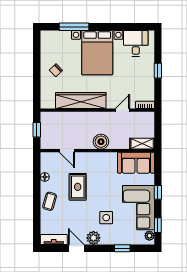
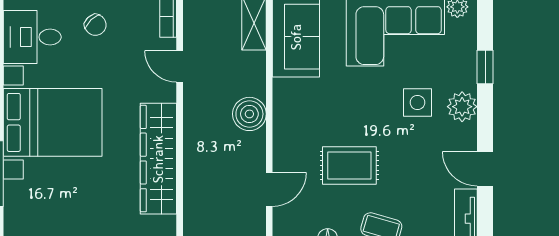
chair: (56, 70) -> (95, 25), moved
plant: (93, 238) -> (462, 107), moved
door: (76, 248) -> (485, 169), hinge flipped

